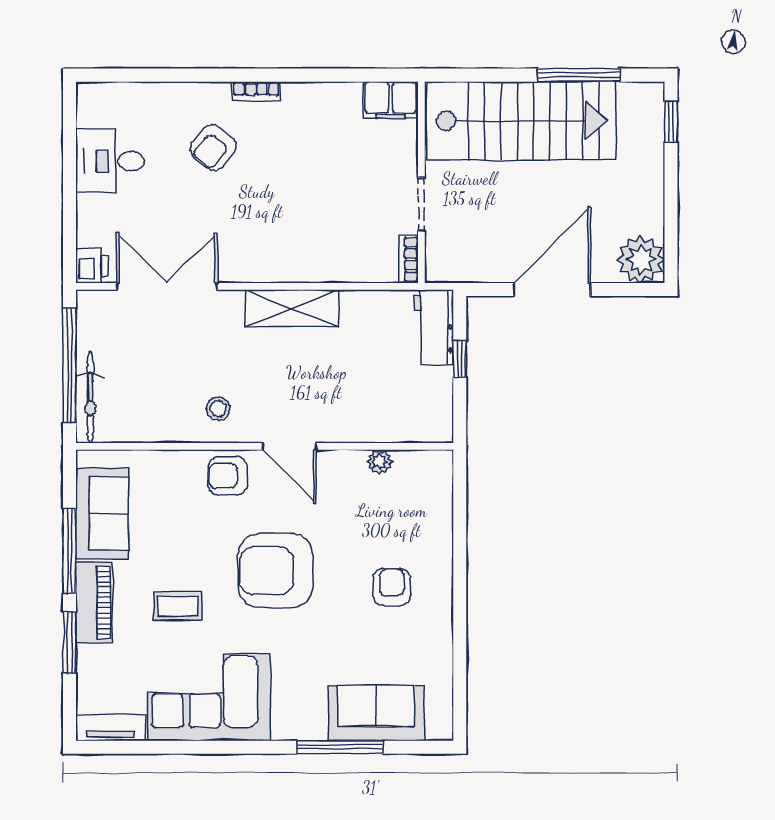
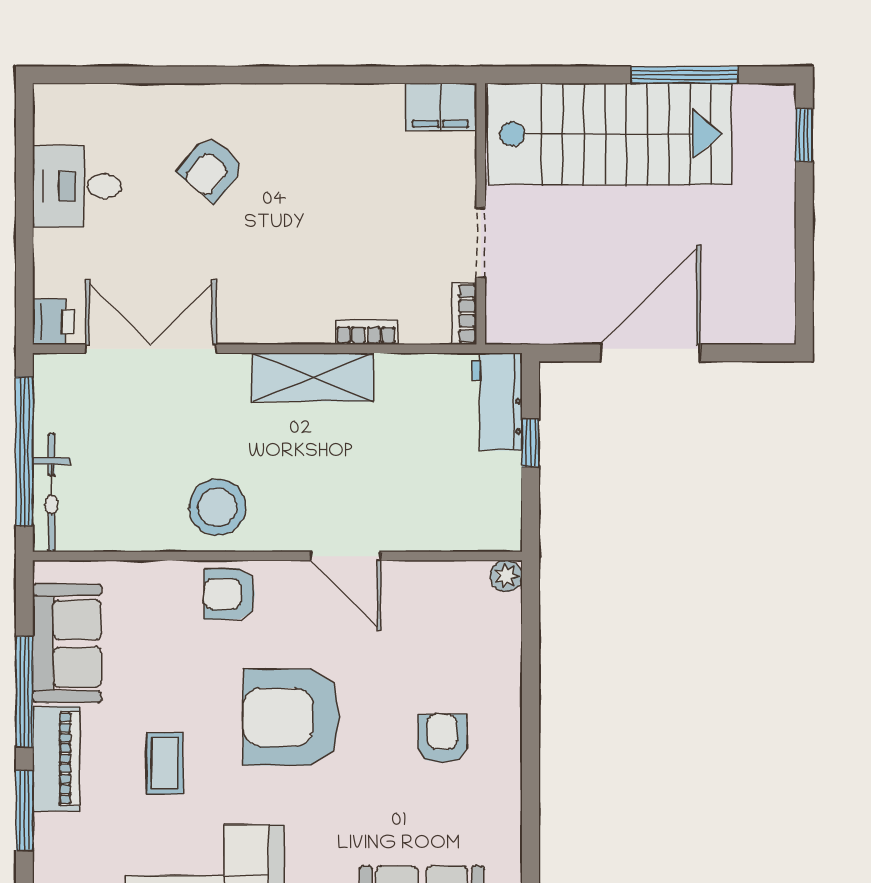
bookcase: (256, 91) -> (366, 332), moved, turned 180
plant: (641, 259) -> (765, 314), removed
stool: (218, 409) -> (217, 507), width x1.89, depth x1.89
door: (289, 446) -> (346, 556), moved
plant: (379, 462) -> (506, 576), moved
coffee table: (177, 606) -> (165, 763), turned 90

